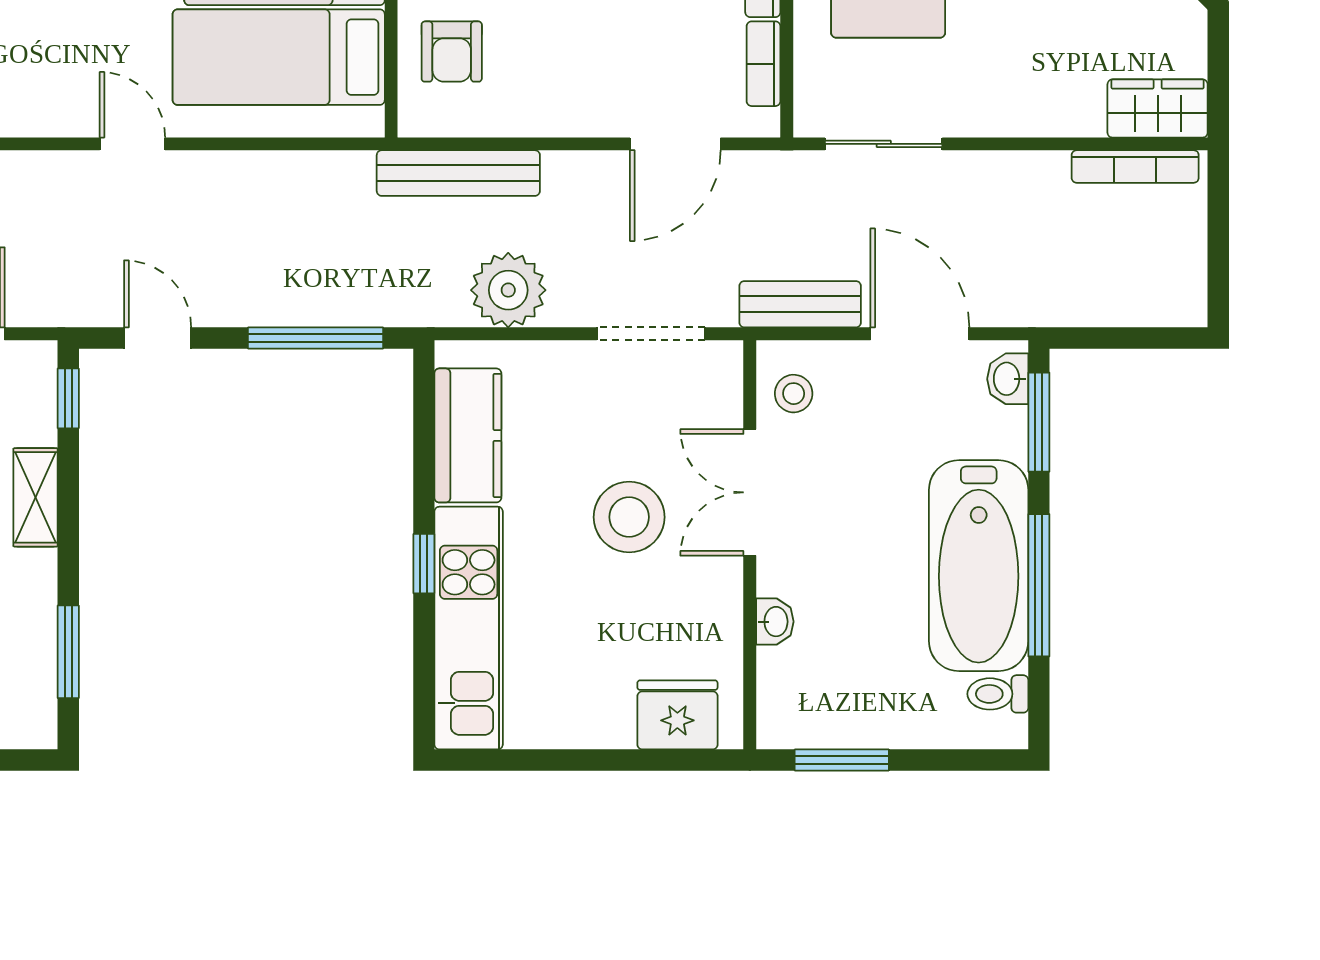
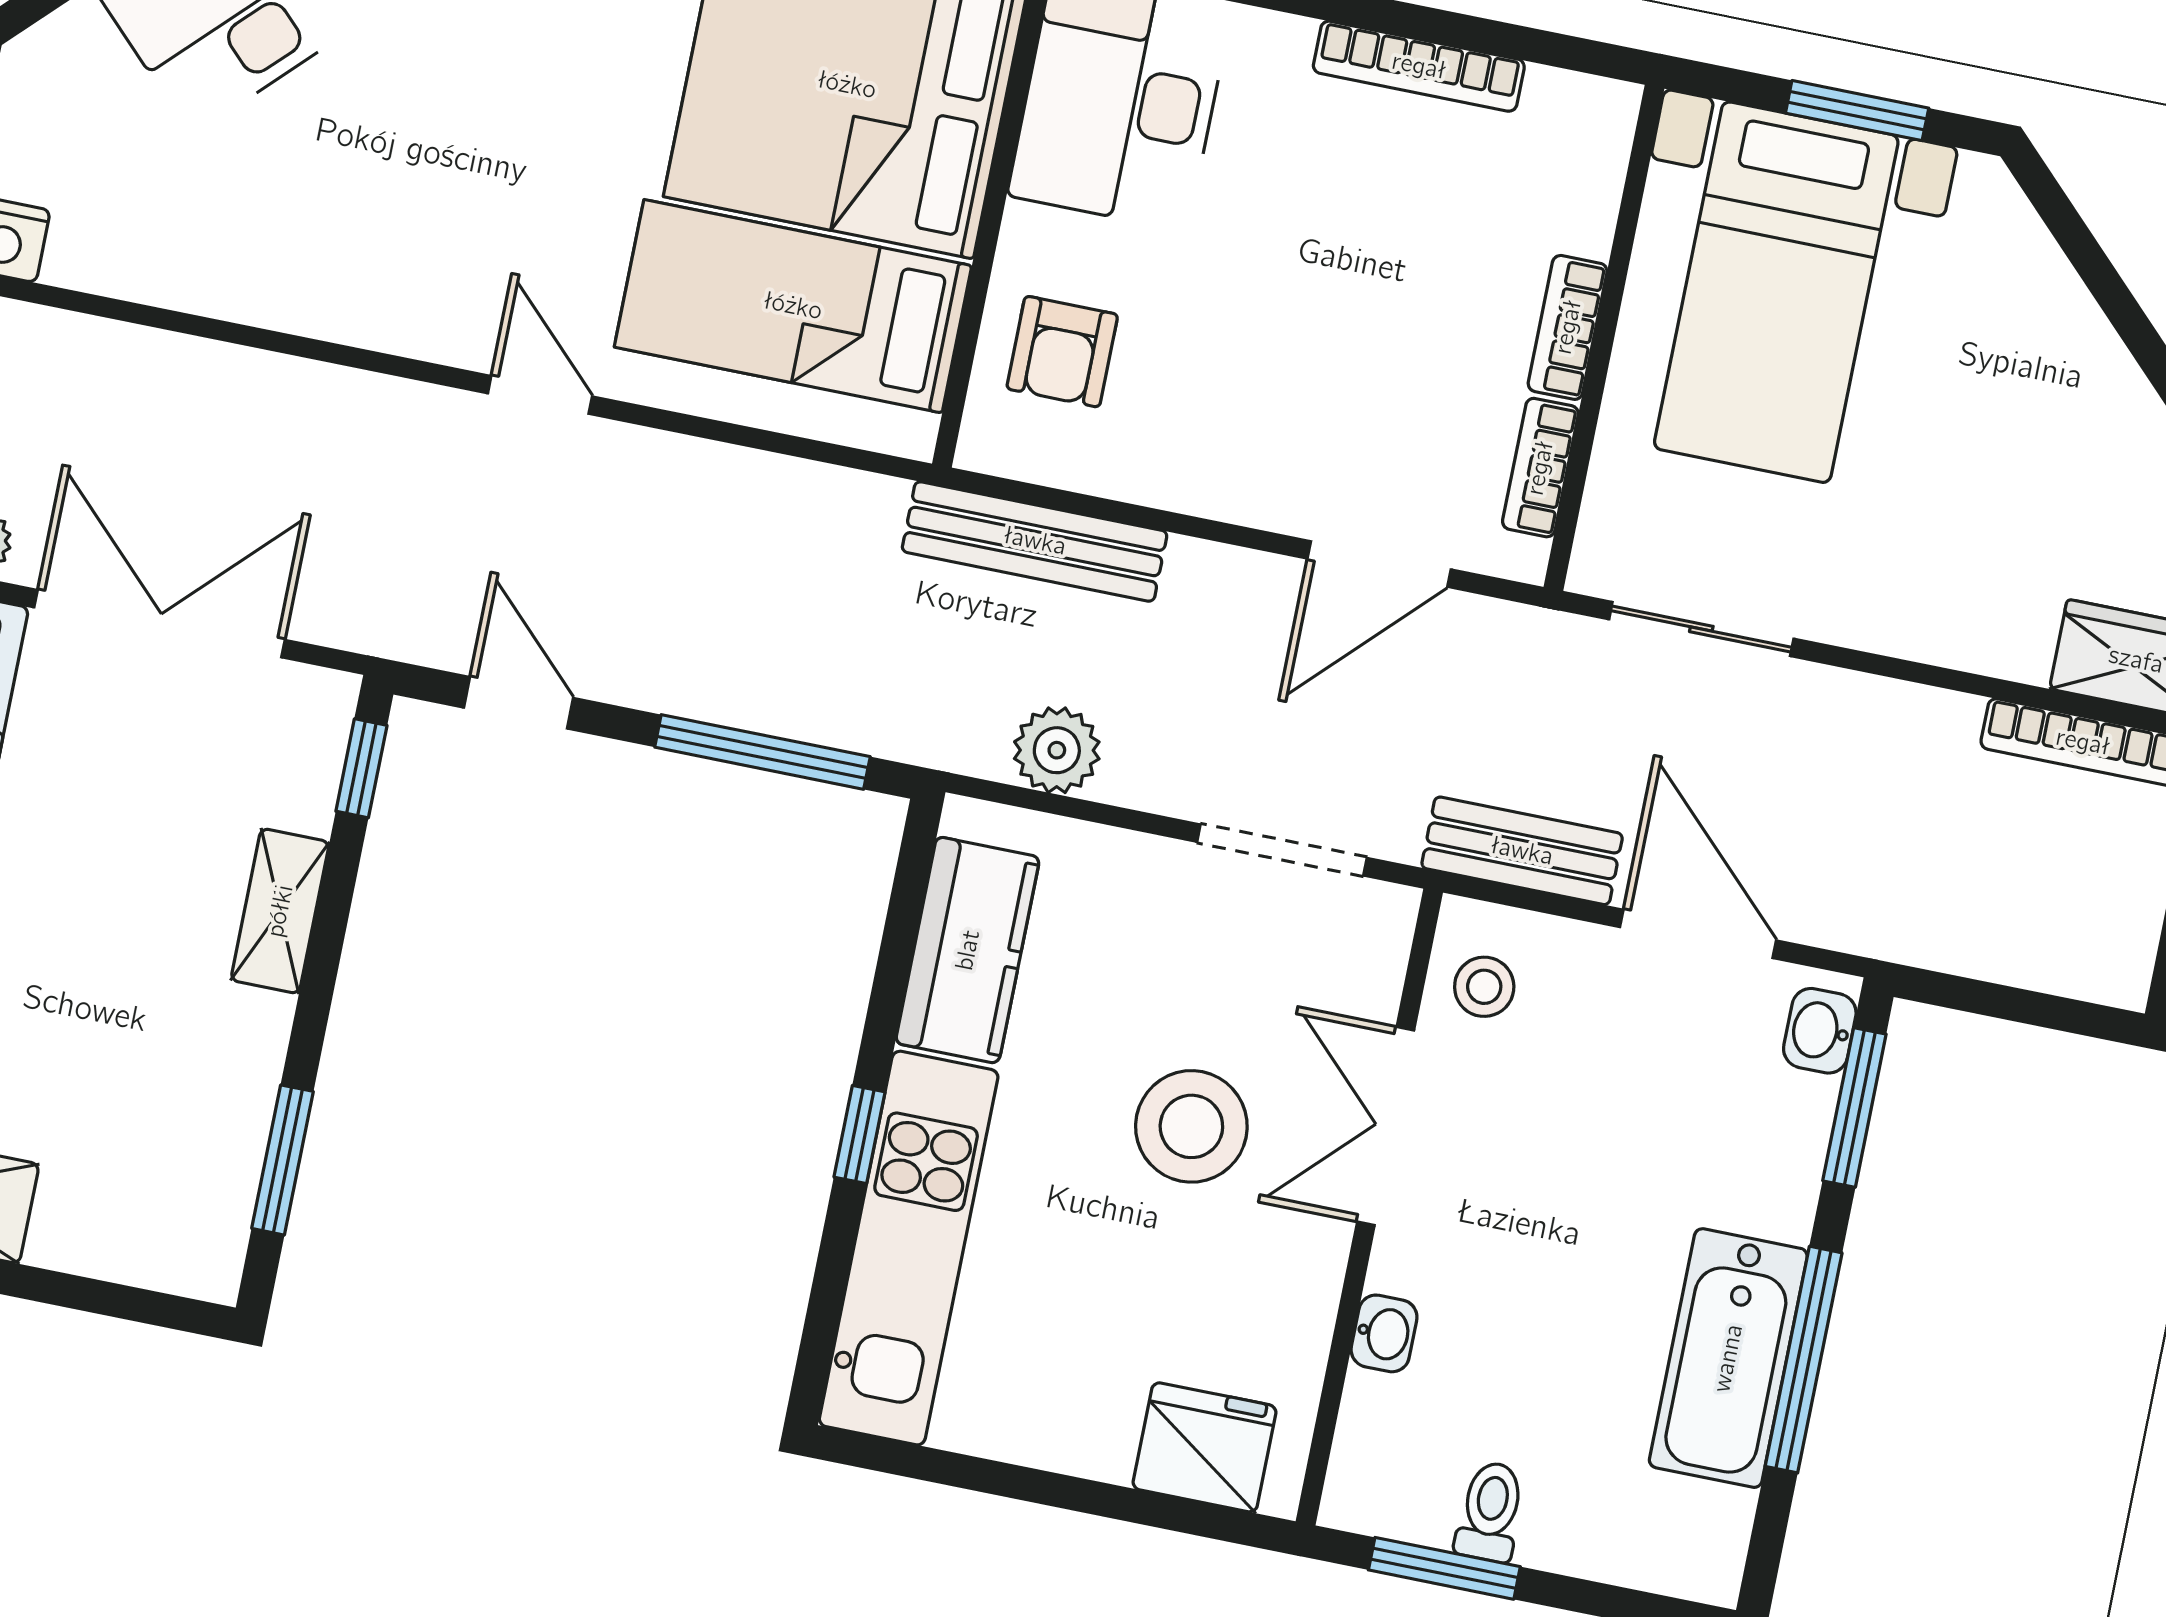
plant: (508, 290) -> (1057, 750), width x0.73, depth x0.73
bathtub: (979, 566) -> (1728, 1358), width x0.73, depth x0.73
toilet: (998, 694) -> (1490, 1512), moved, turned 90

